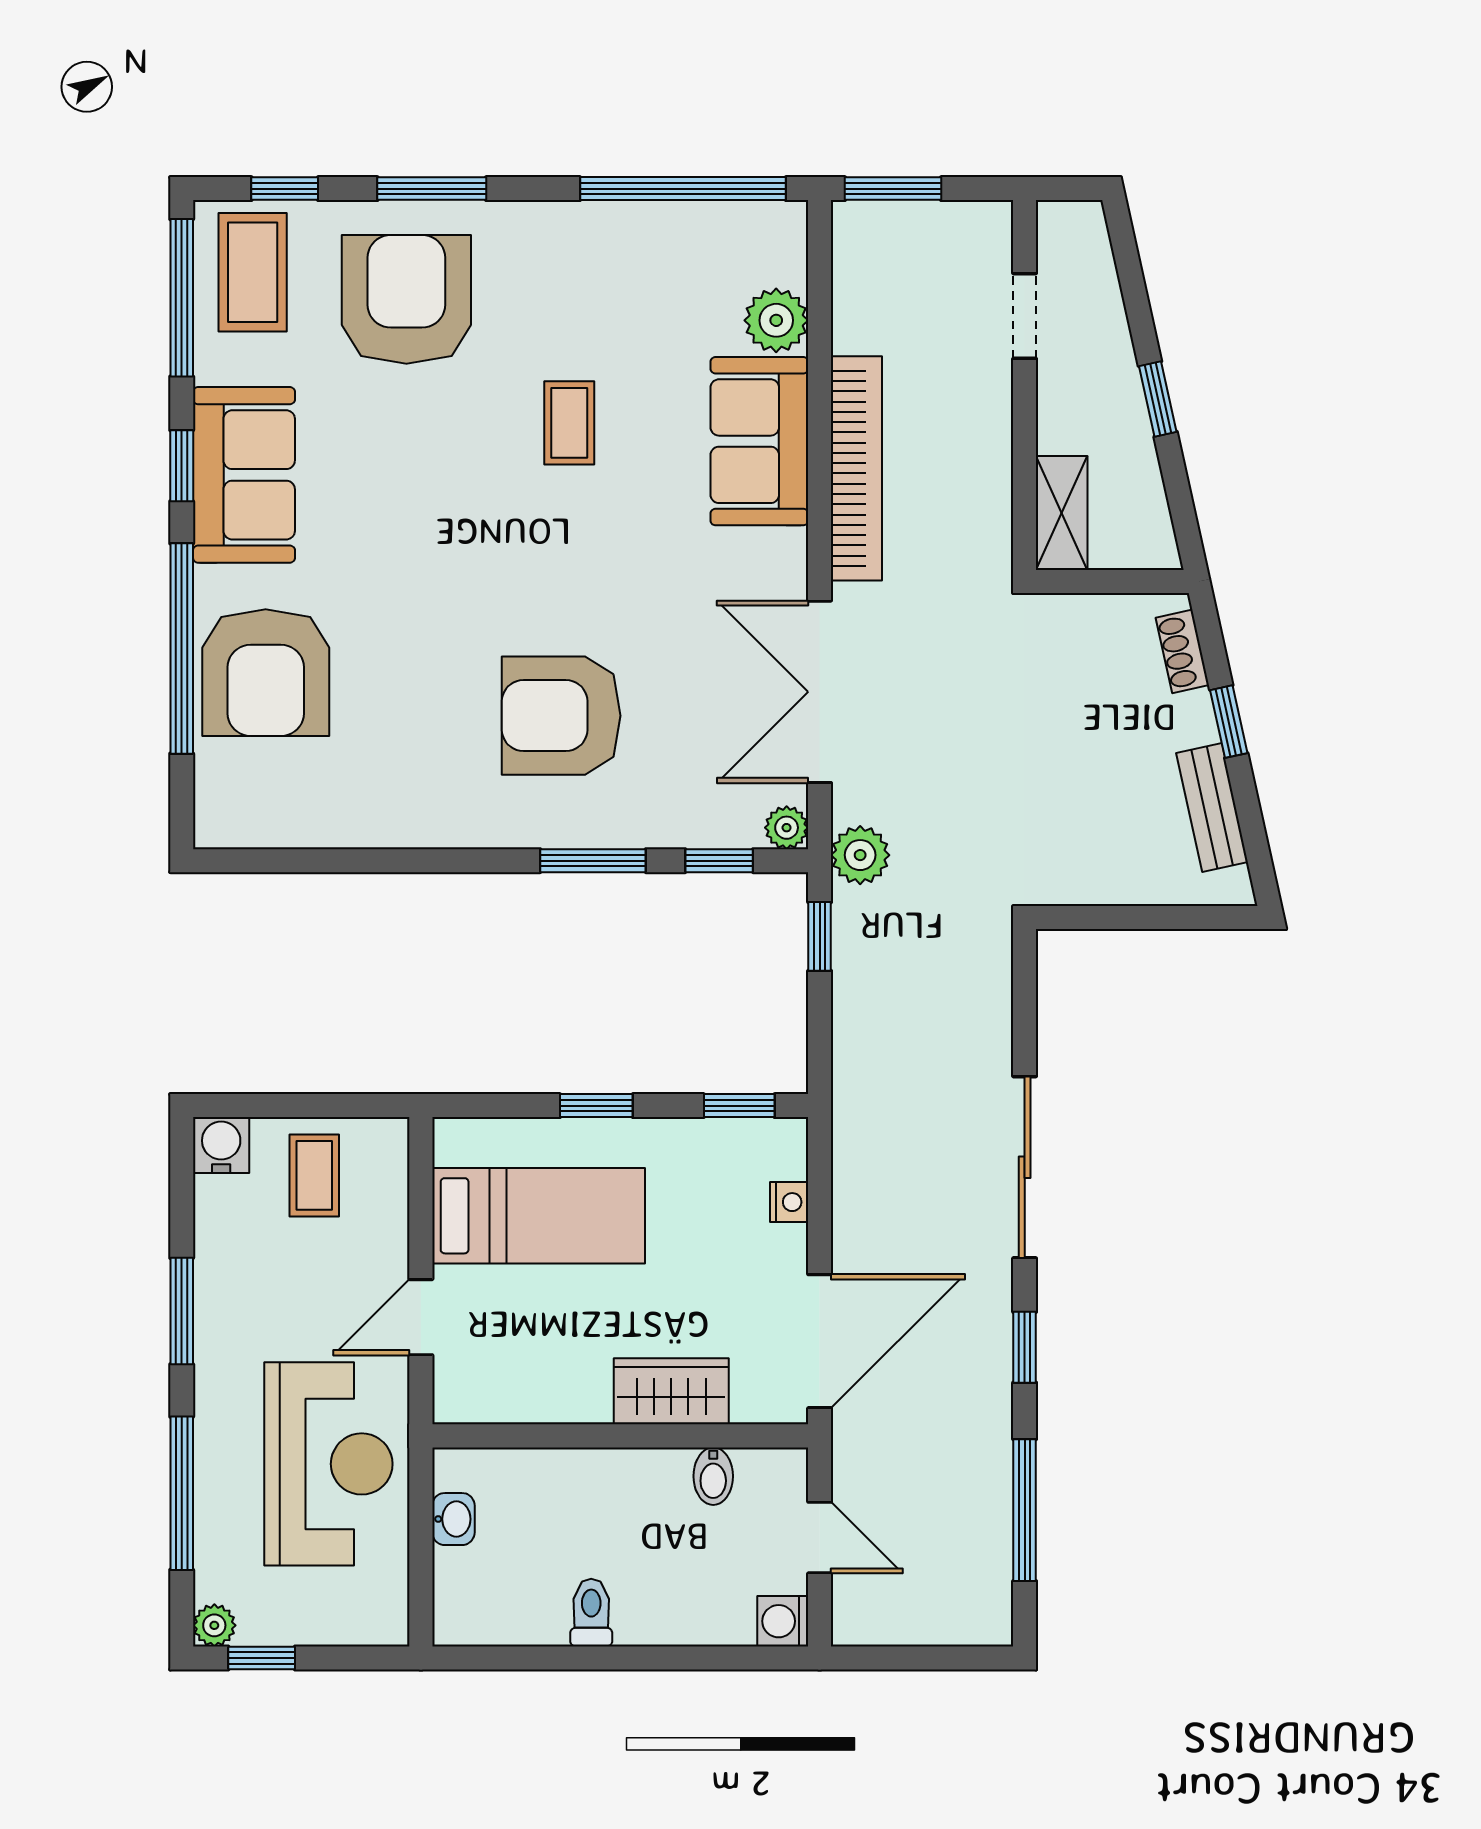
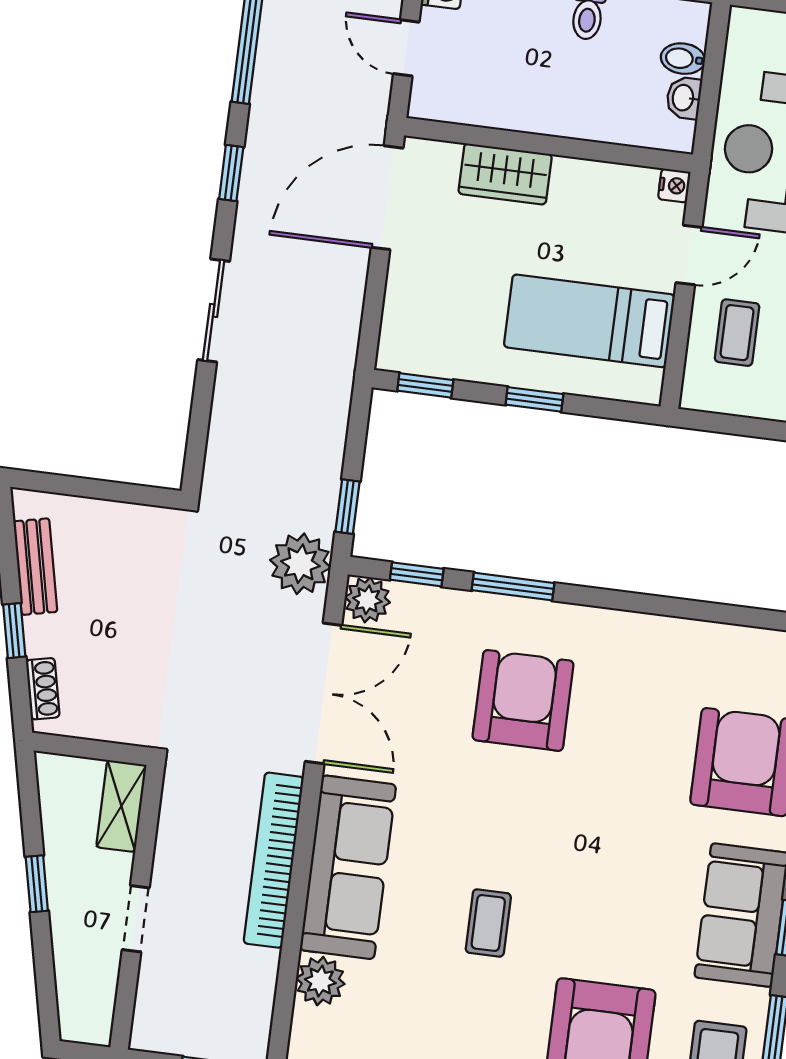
doorway: (1025, 316) -> (136, 919), moved
sofa: (759, 441) -> (348, 867), width x1.36
armchair: (561, 716) -> (523, 700), turned -90
plant: (787, 828) -> (367, 600), width x1.38, depth x1.38
plant: (860, 855) -> (300, 564), width x1.36, depth x1.36
sliding door: (1025, 1167) -> (214, 310), width x0.73
coffee table: (314, 1175) -> (737, 333), moved
nightstand: (789, 1202) -> (674, 186), moved, turned 180
bidet: (713, 1476) -> (683, 59), moved, turned -90

